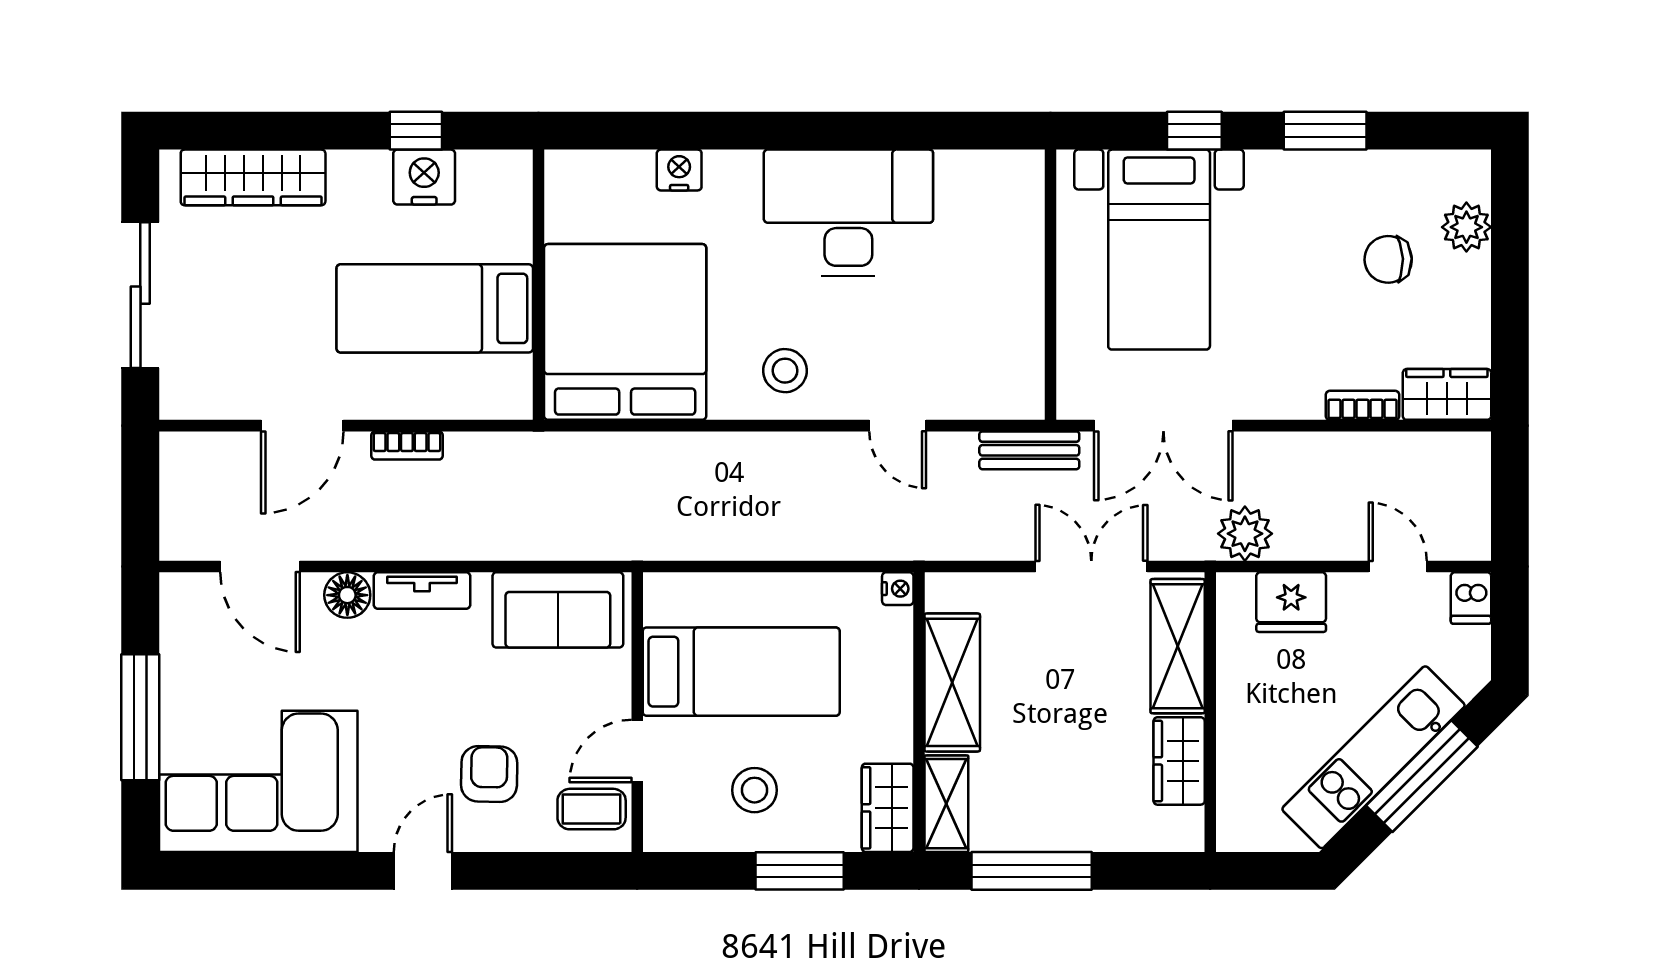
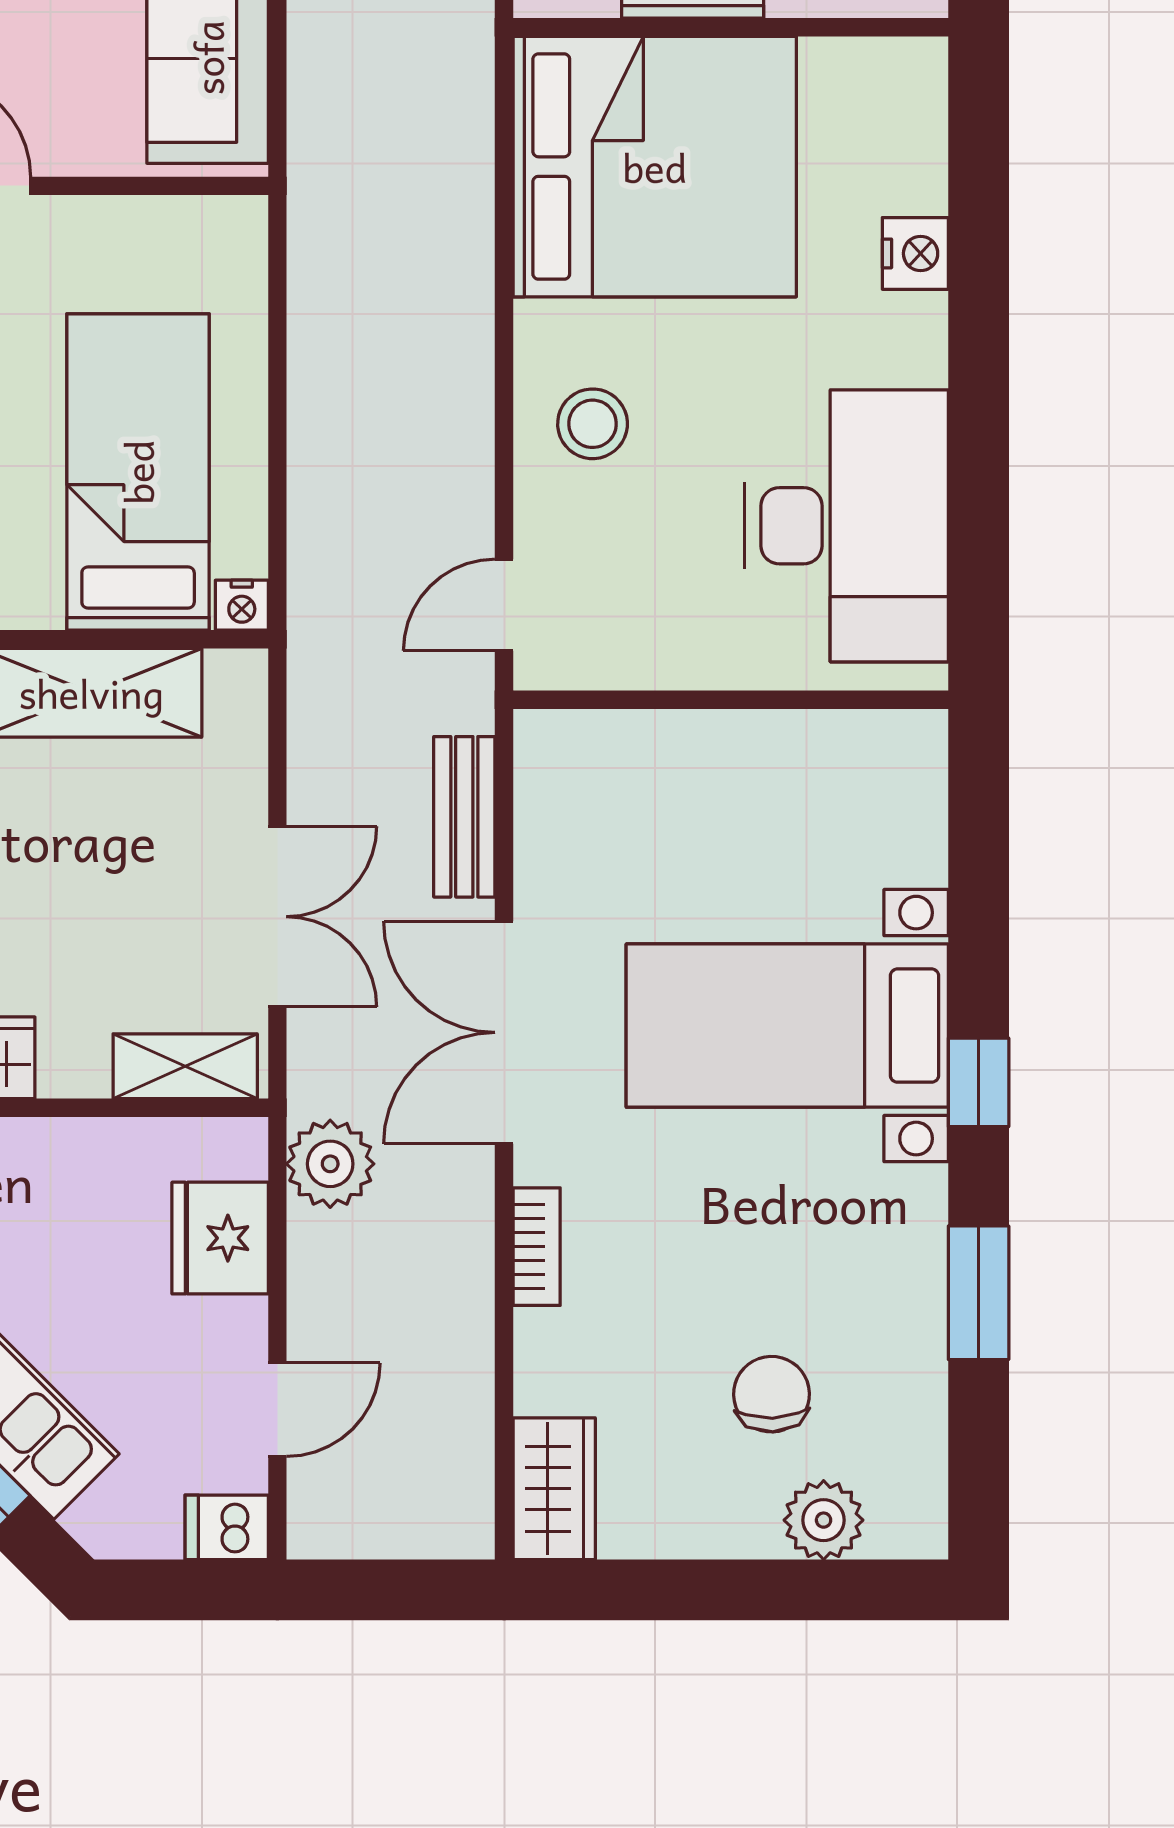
wall: (1050, 285) -> (731, 700), moved
bookcase: (1363, 405) -> (537, 1247), moved
shelving: (1178, 646) -> (185, 1066), width x0.67, depth x0.75
bed: (741, 672) -> (138, 472), moved, turned 180

